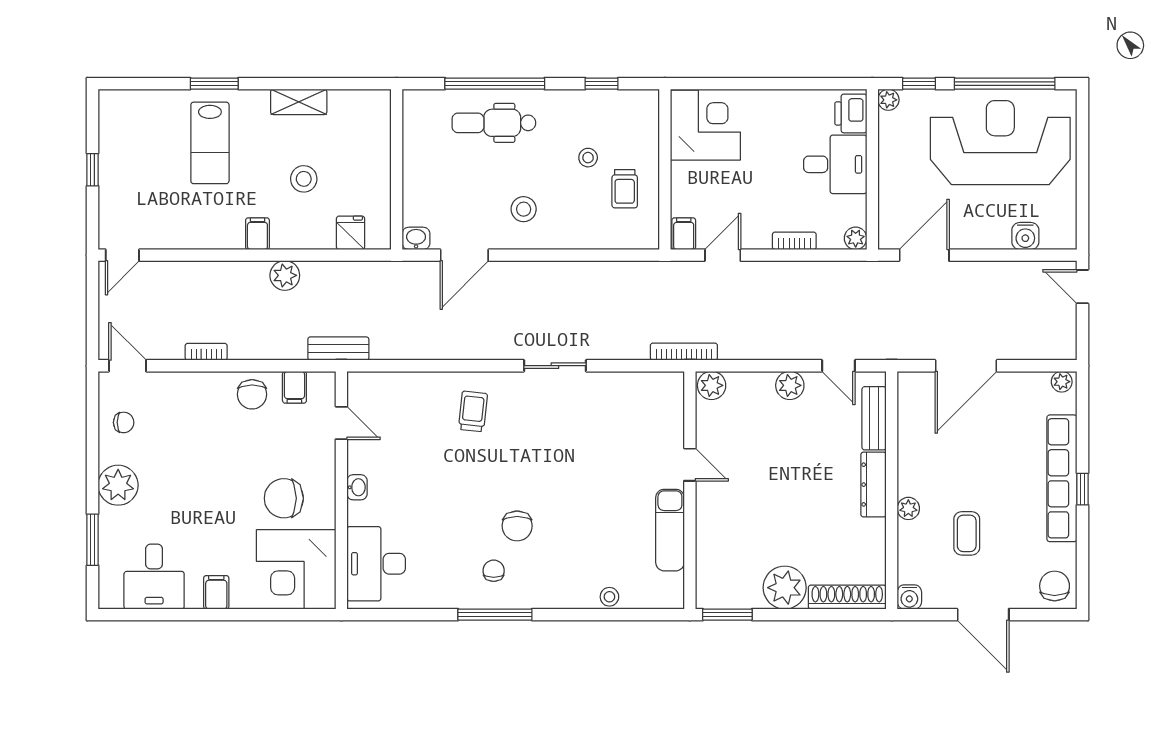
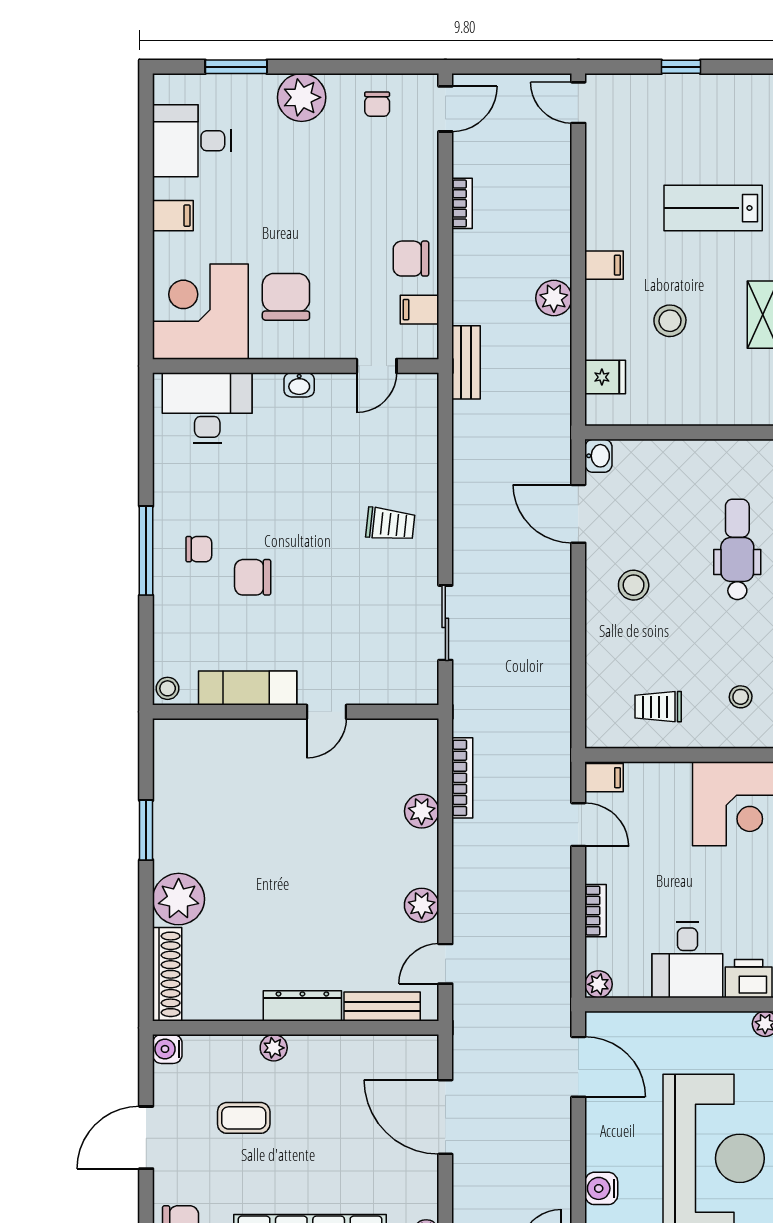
stool: (588, 158) -> (741, 697), moved
door: (690, 465) -> (326, 712), moved
wall: (690, 490) -> (296, 712), moved
exam couch: (670, 530) -> (248, 688), moved

